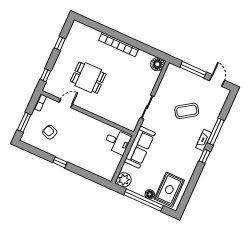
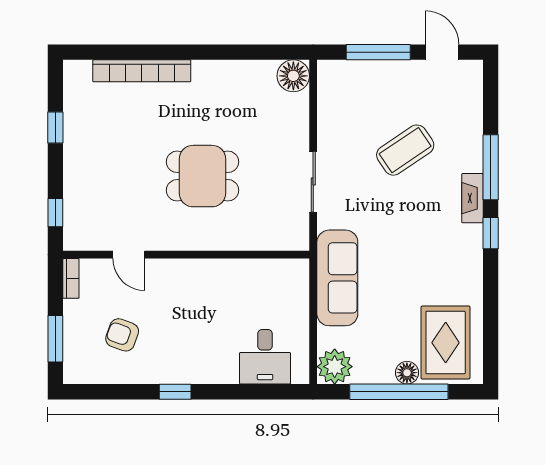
bookcase: (119, 45) -> (142, 71), moved
dining table: (88, 78) -> (202, 176), moved
door: (66, 103) -> (129, 255), swing flipped
desk: (117, 142) -> (265, 357), moved, turned 90

